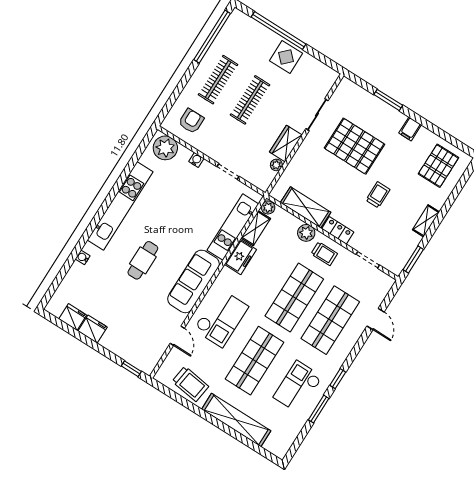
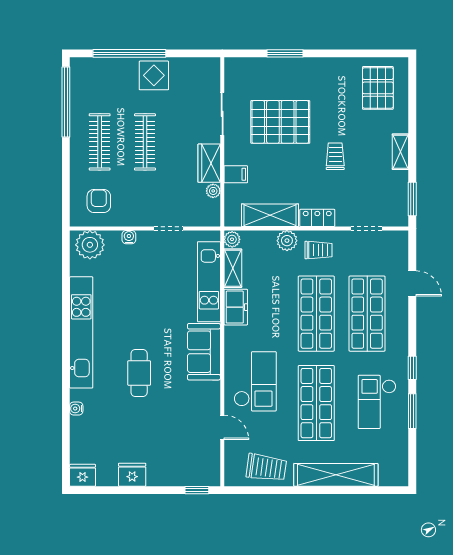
filing cabinet: (410, 129) -> (236, 174), moved, turned -90
sofa: (194, 281) -> (204, 352), width x0.73
fridge: (73, 317) -> (83, 475), moved

